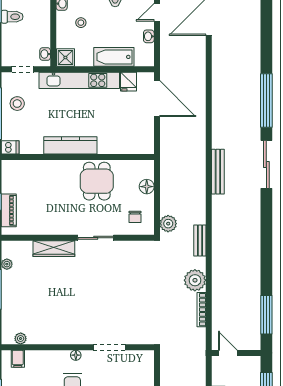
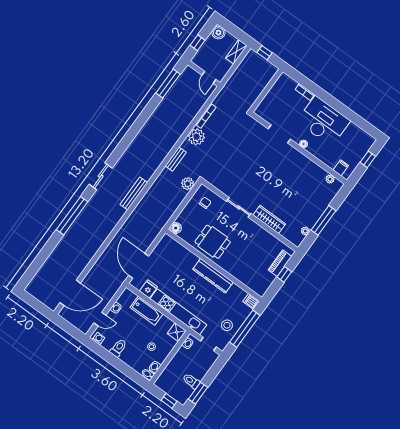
sliding door: (266, 164) -> (101, 176), width x0.73
dining table: (97, 181) -> (213, 242), turned 90
floor lamp: (147, 187) -> (176, 228), moved

